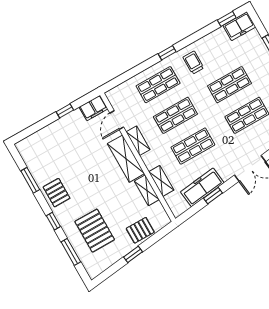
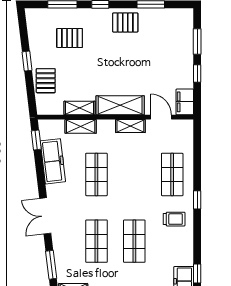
shop shelf: (175, 115) -> (134, 174), removed
window: (39, 126) -> (197, 42), added
window: (213, 196) -> (36, 140), moved
pallet: (95, 231) -> (70, 38), width x0.67, depth x0.71

